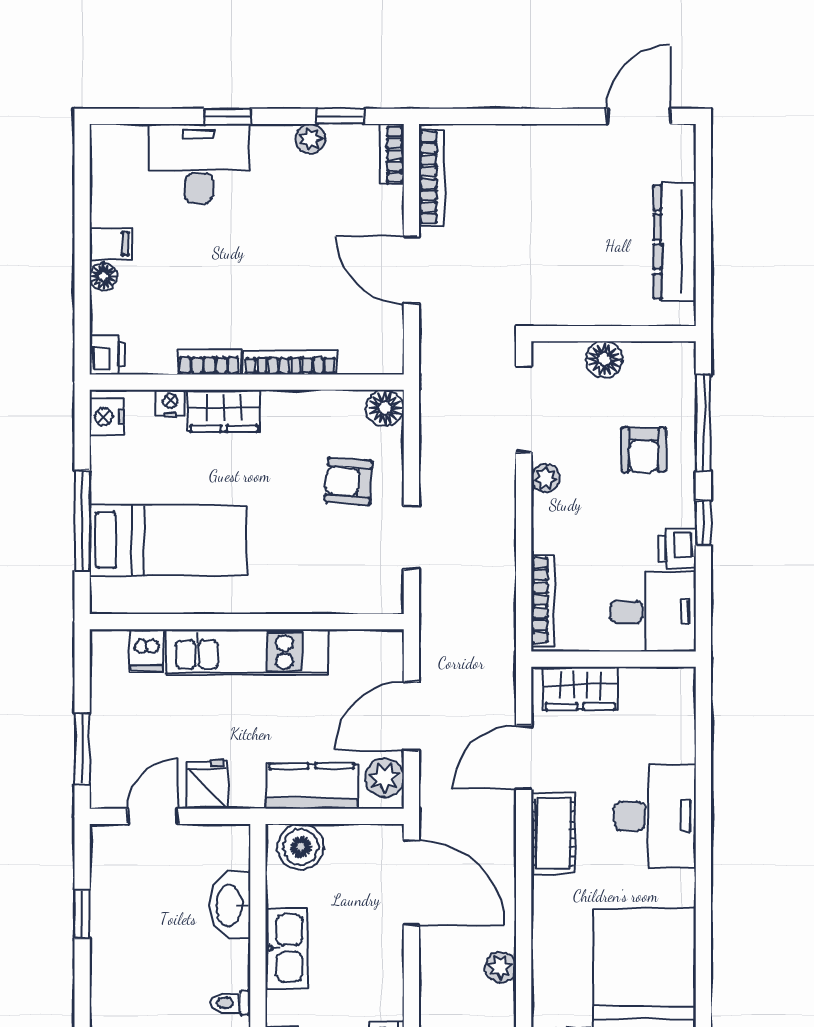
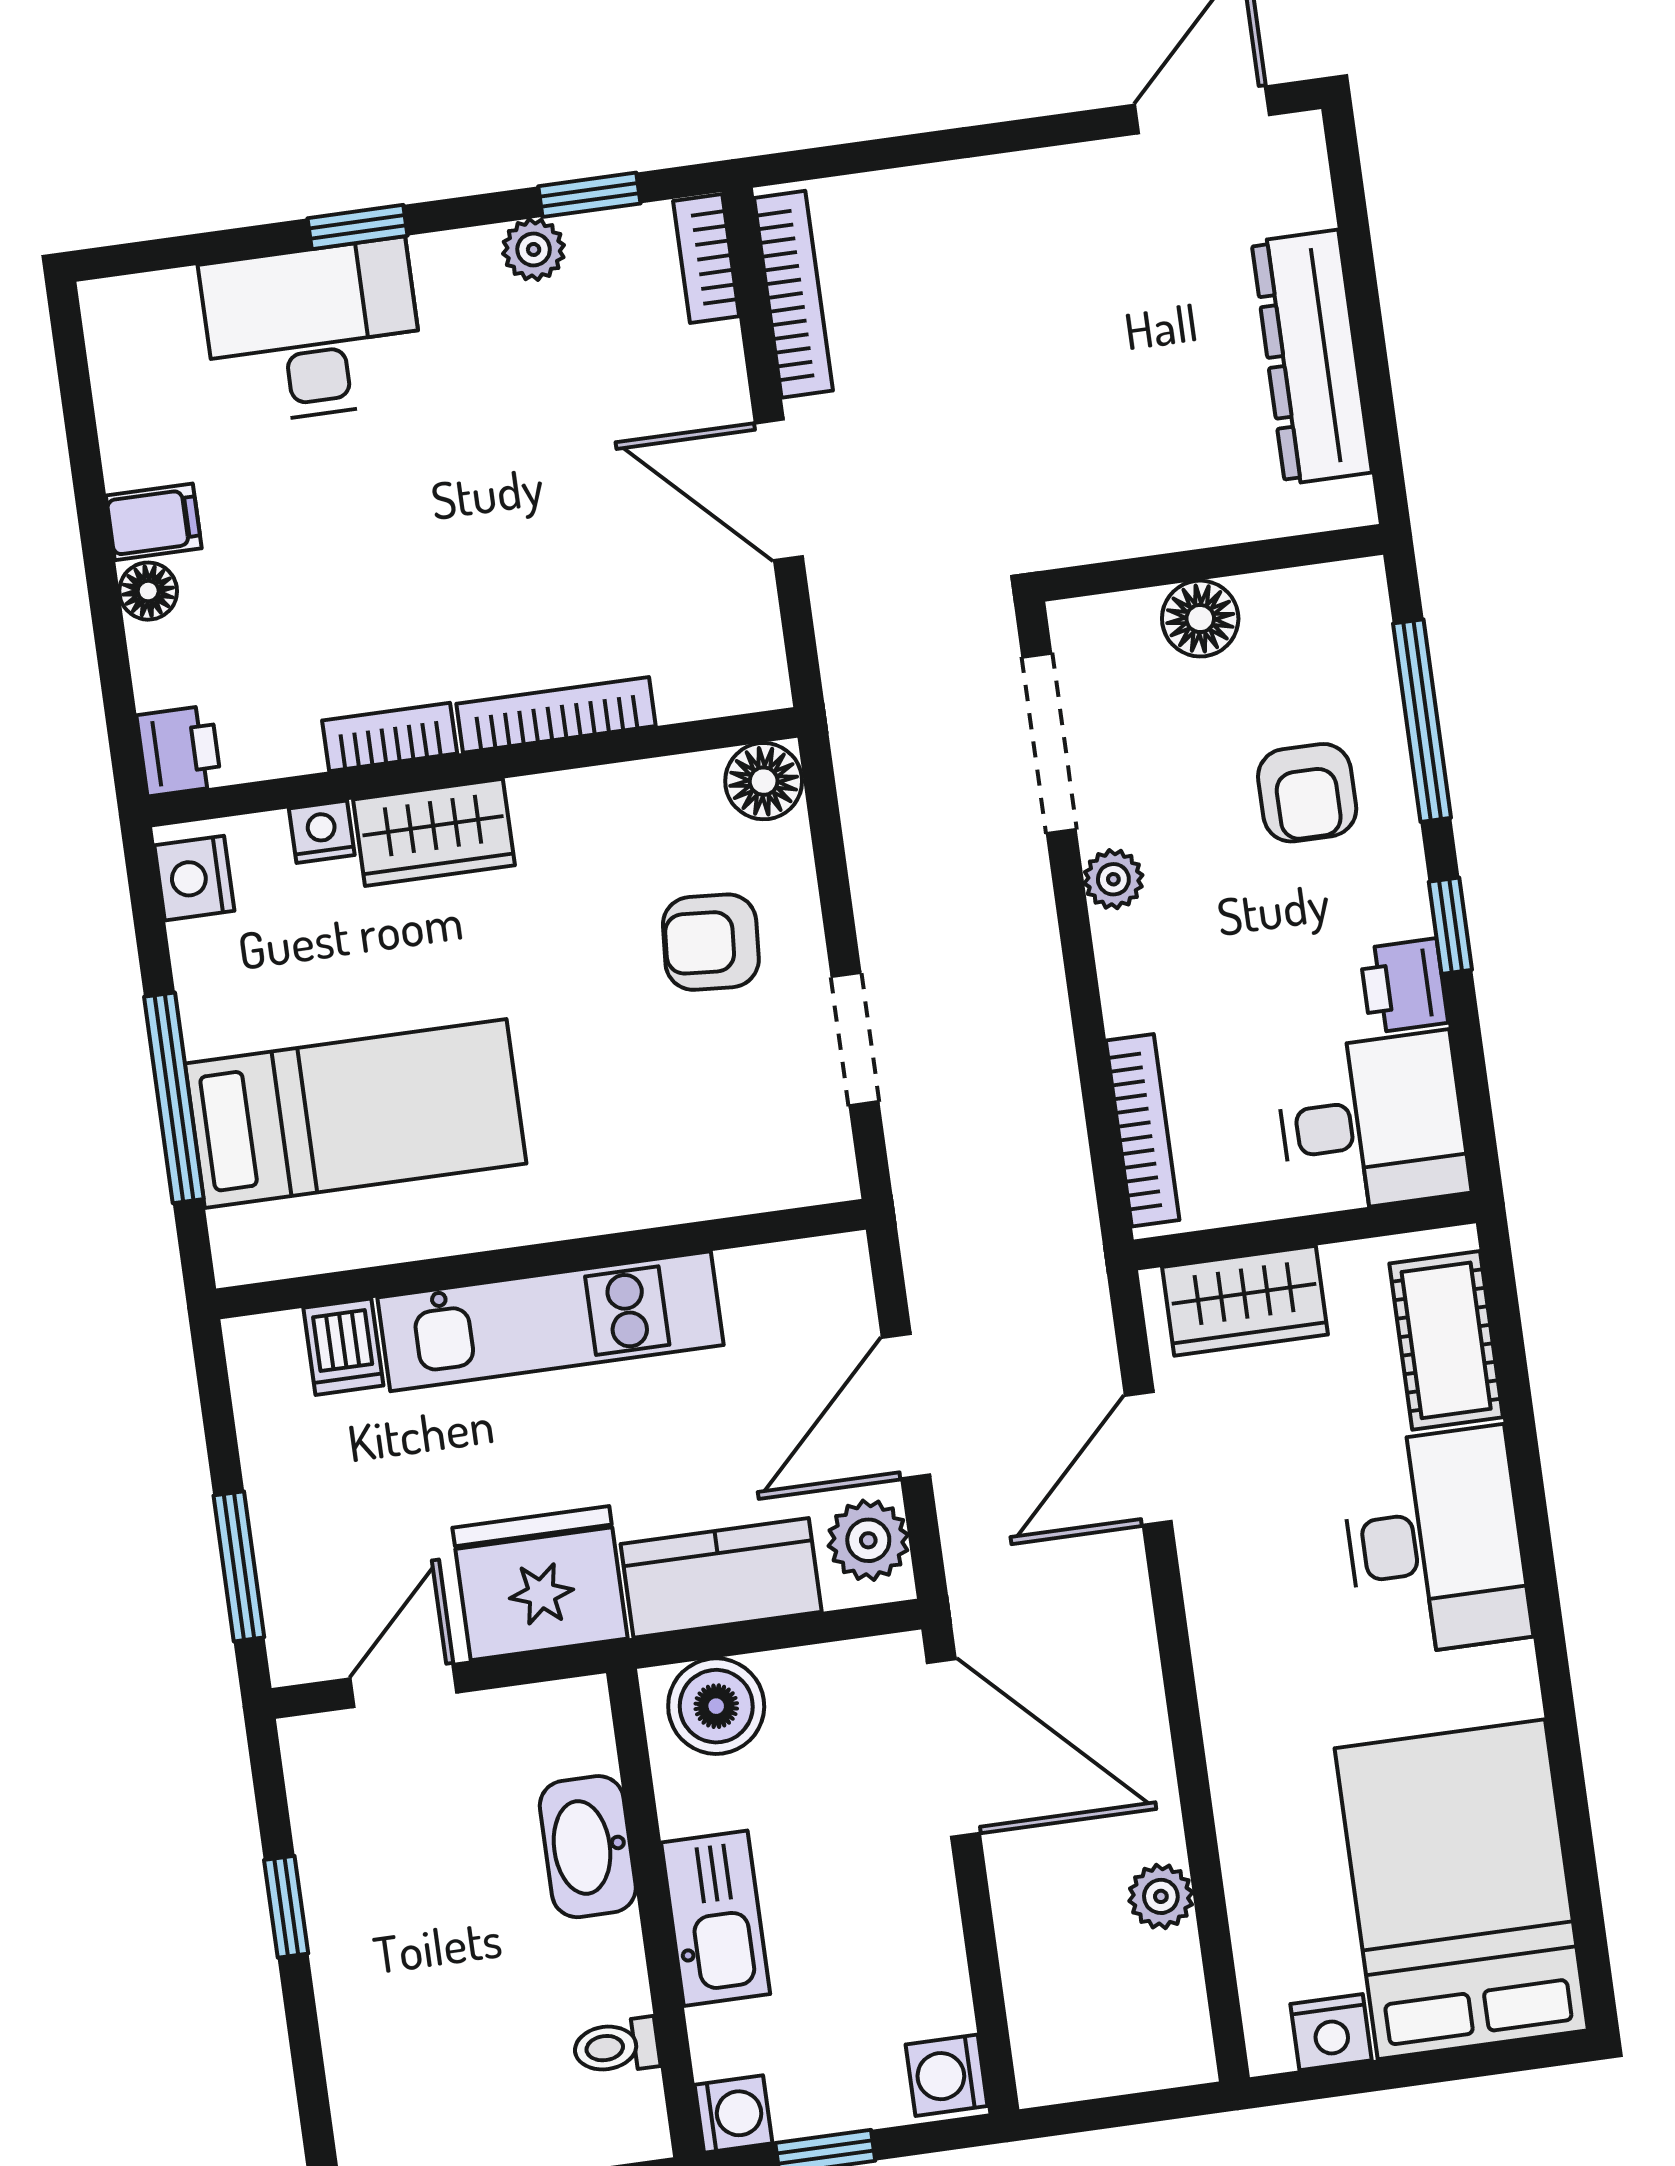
fridge: (207, 785) -> (540, 1583), width x1.88, depth x1.34
cot: (553, 834) -> (1446, 1340), moved

